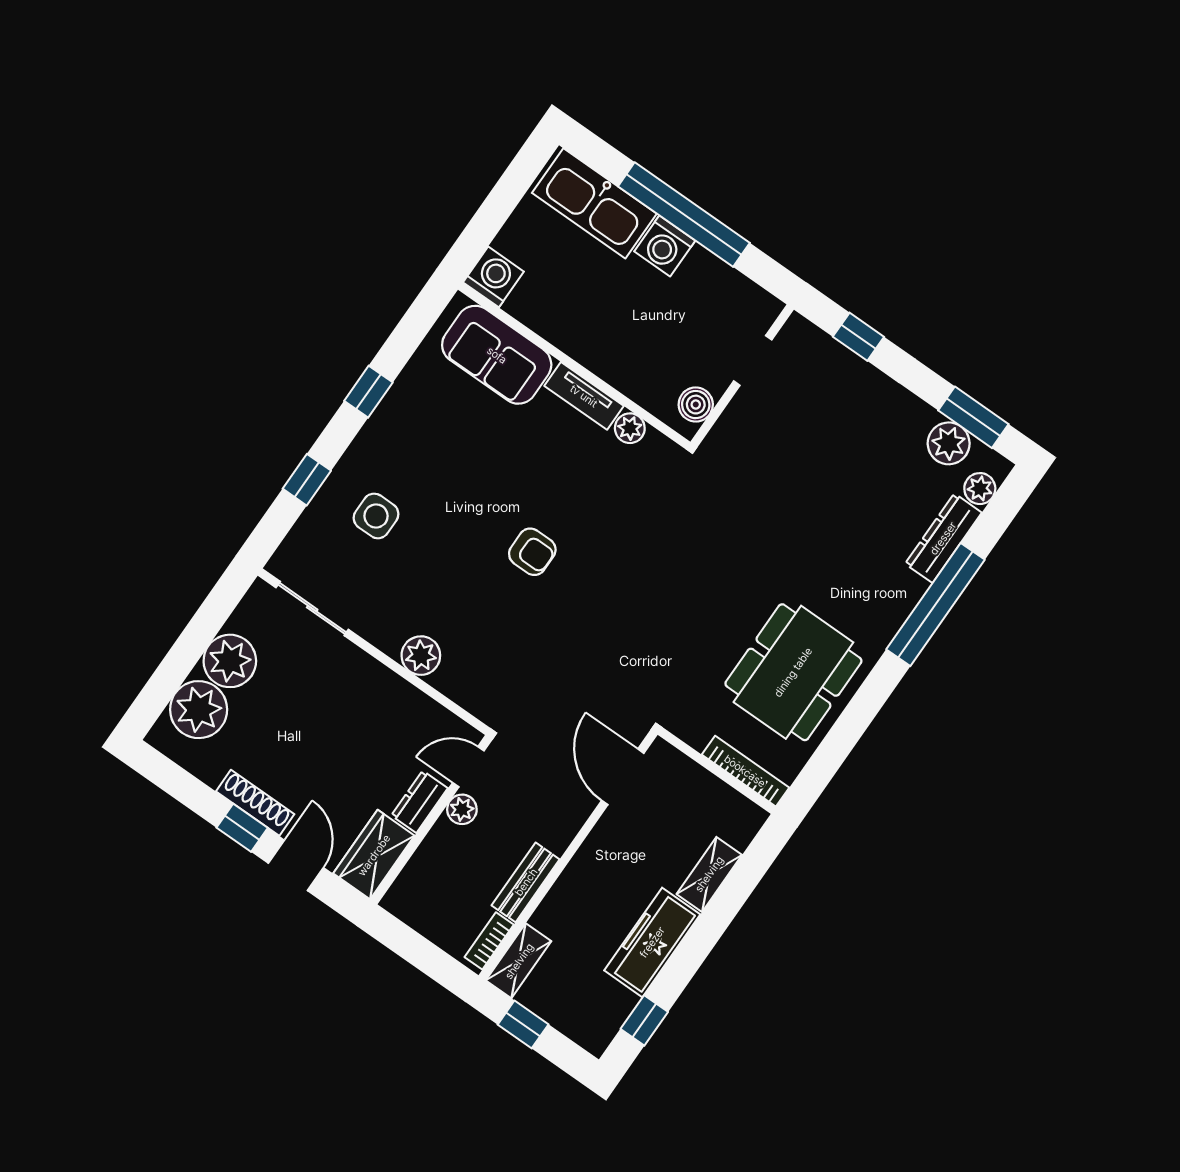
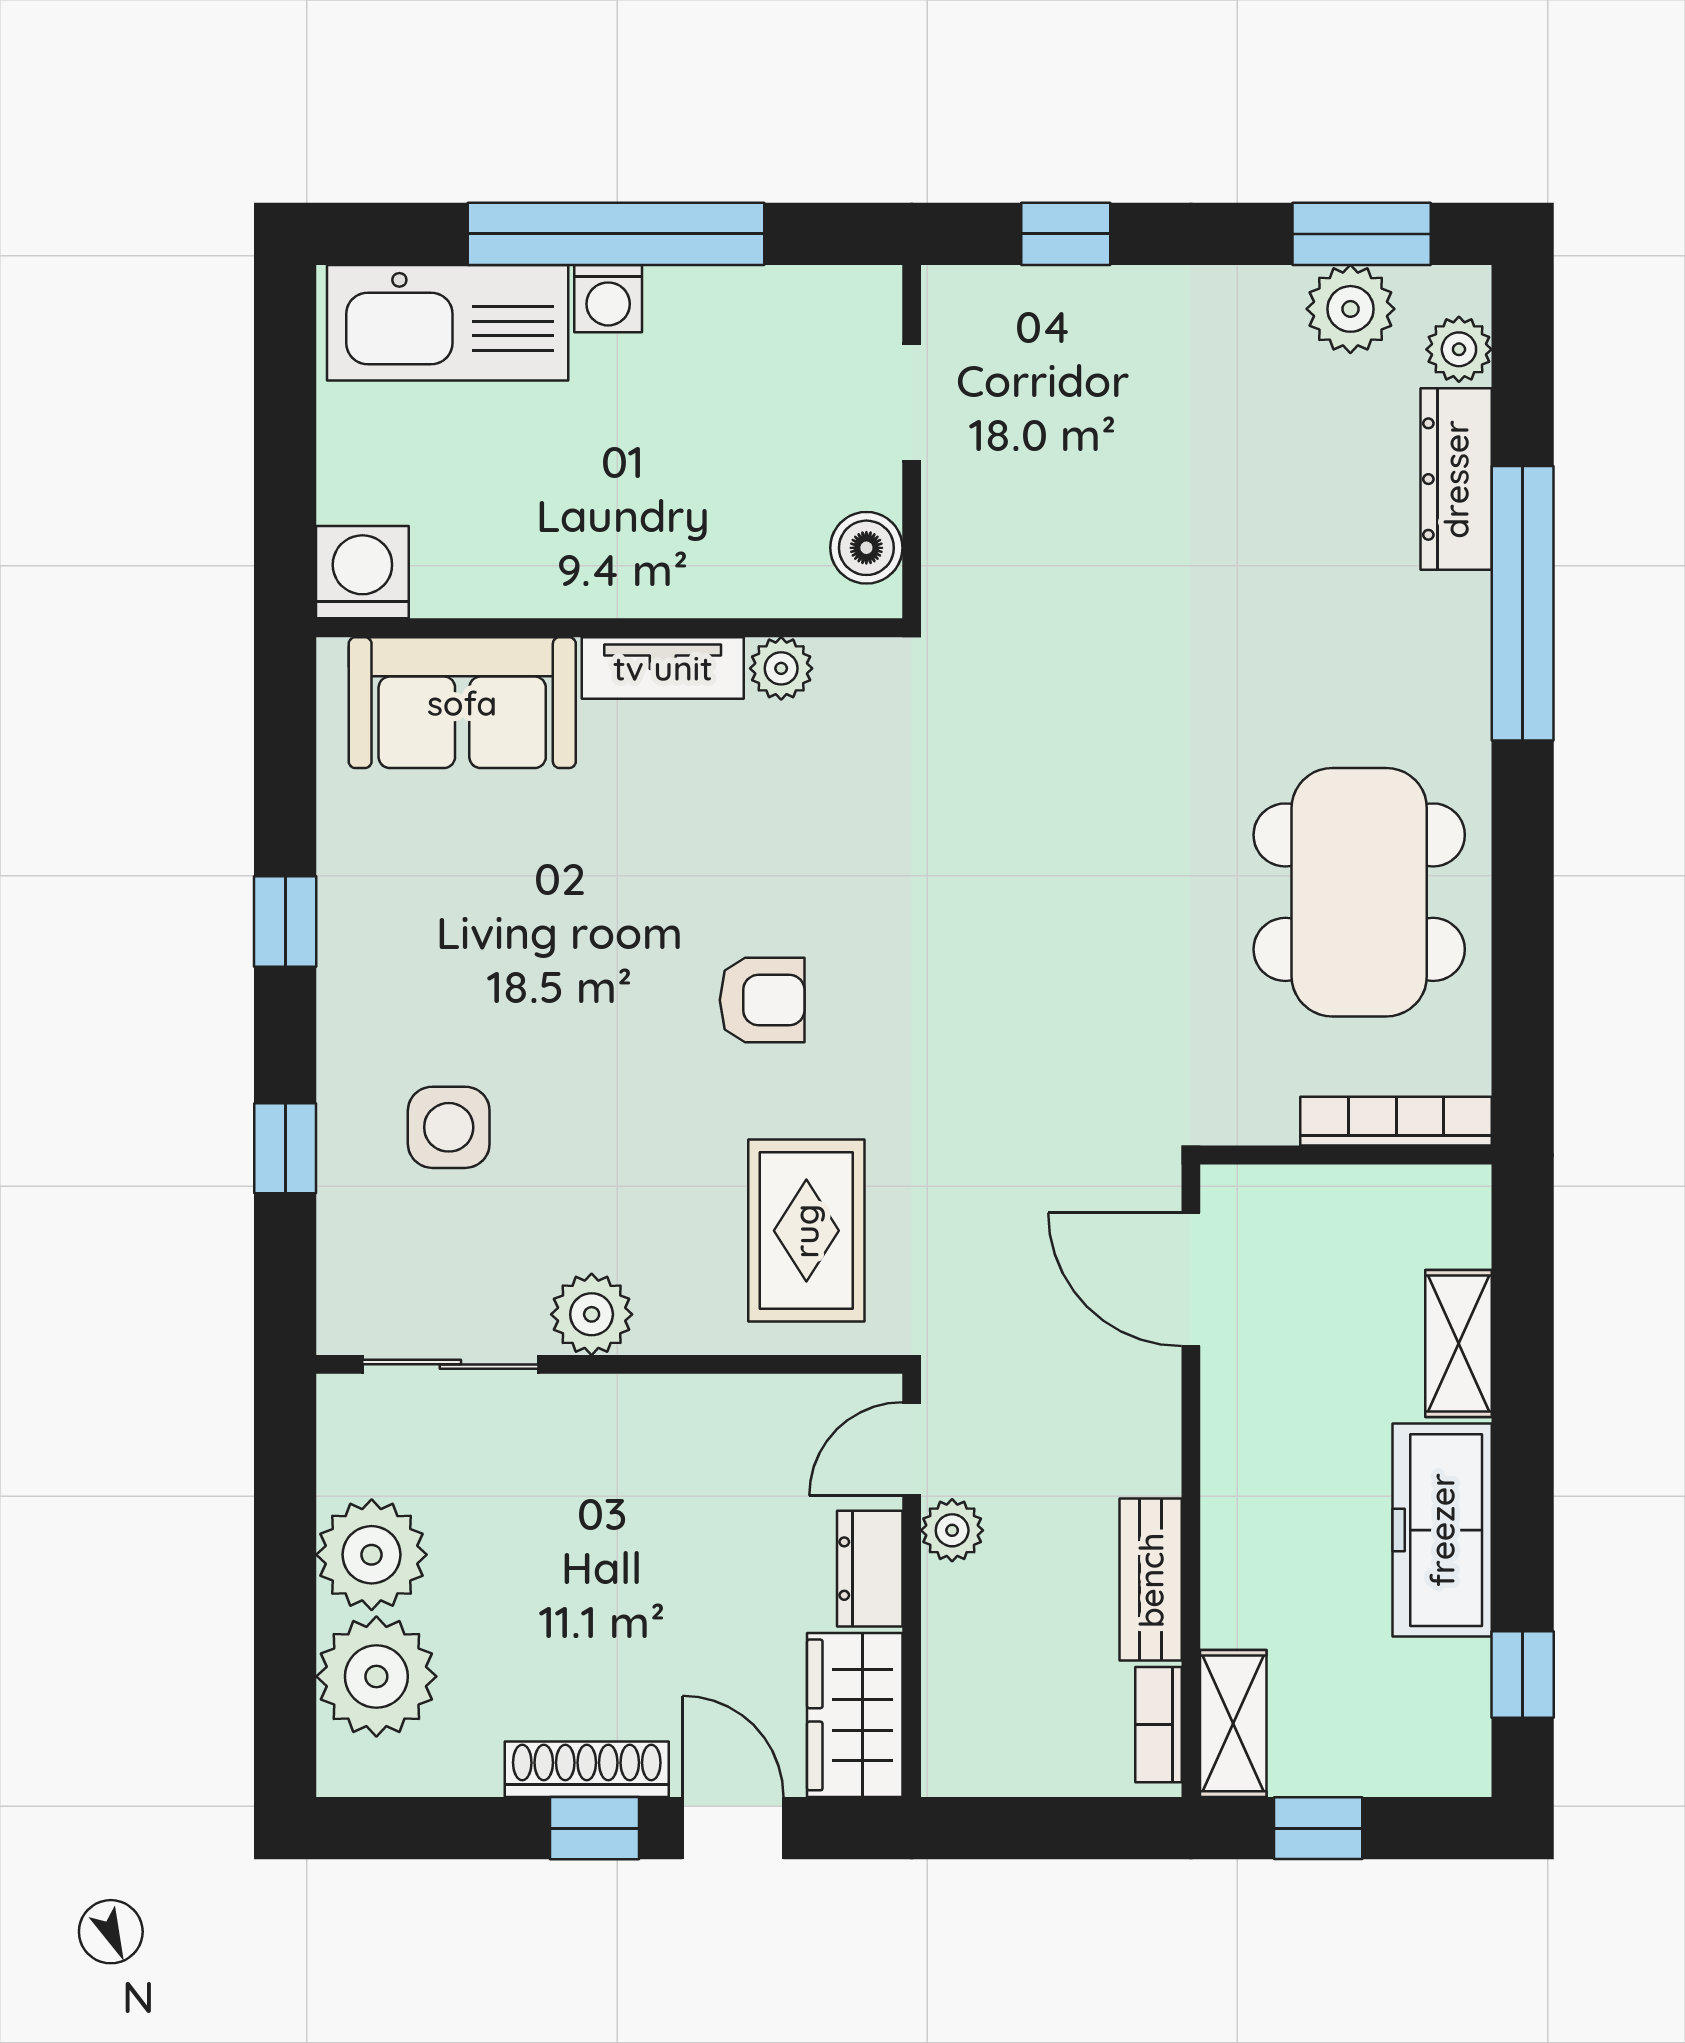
washing machine: (665, 246) -> (608, 299), width x0.73, depth x0.73
rug: (487, 653) -> (806, 1231), added
plant: (421, 656) -> (592, 1314), moved

